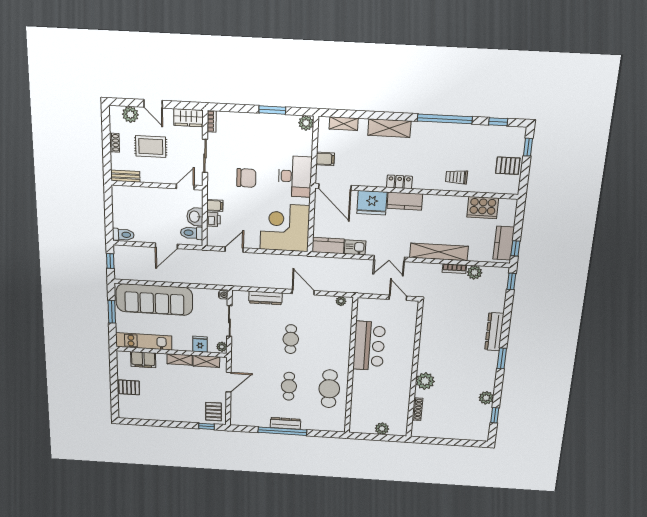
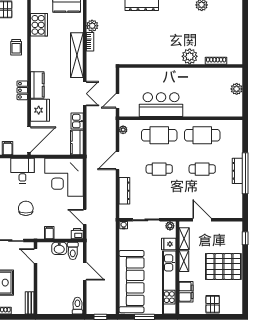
desk: (295, 176) -> (22, 171), width x0.73
printer: (213, 219) -> (77, 234), moved
door: (398, 298) -> (117, 101), moved
kitchen unit: (144, 341) -> (169, 283), width x1.36
cafe table: (332, 342) -> (159, 135), added
pallet: (214, 412) -> (223, 267), moved, width x2.05, depth x2.00

